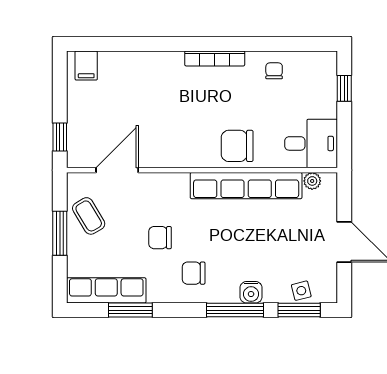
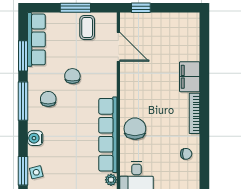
filing cabinet: (86, 65) -> (190, 77), moved, width x2.00
coffee table: (89, 216) -> (87, 27), turned -59
window: (235, 310) -> (23, 101), moved

